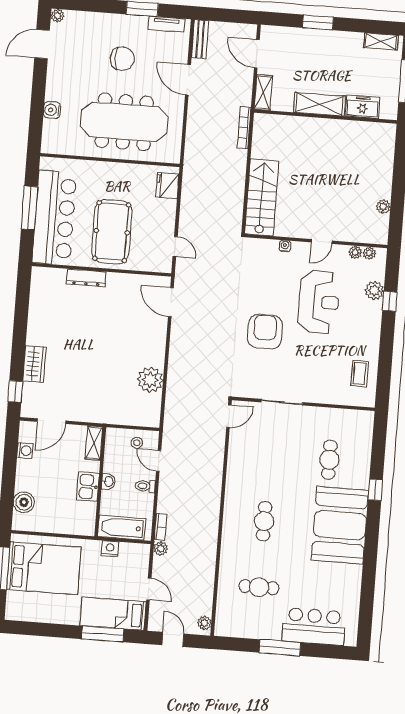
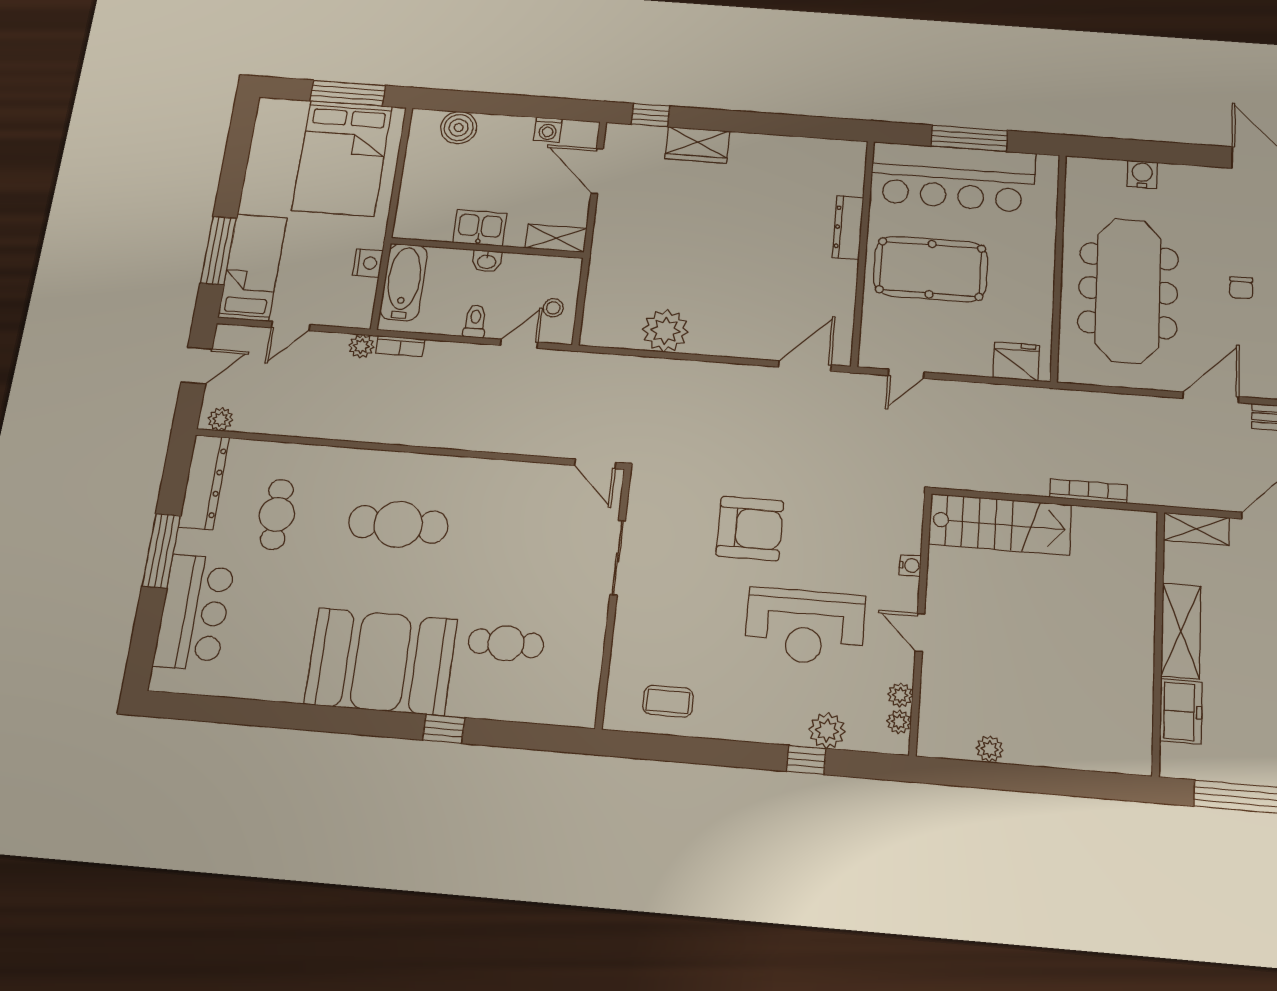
chair: (122, 59) -> (1241, 288), width x0.54, depth x0.54
bookcase: (244, 128) -> (1088, 491), moved
cafe table: (264, 521) -> (398, 524), width x1.37, depth x1.35
dresser: (241, 628) -> (204, 482), added

